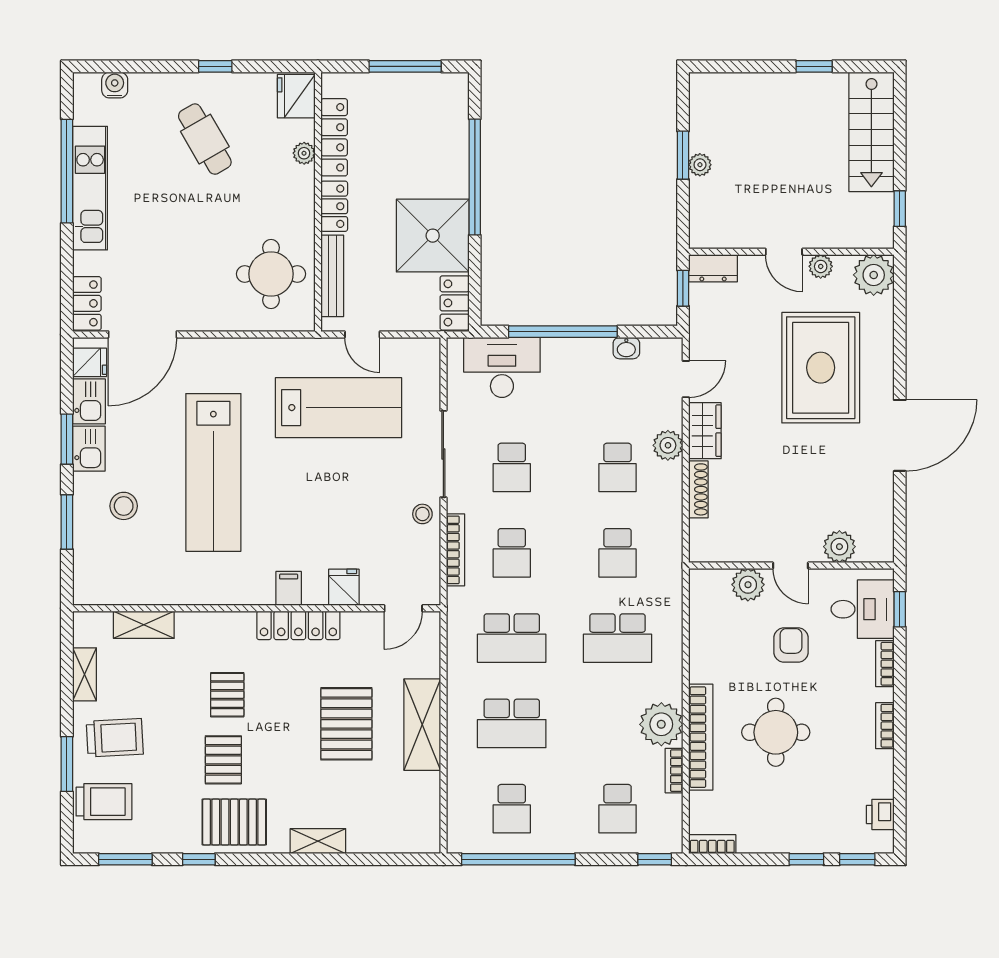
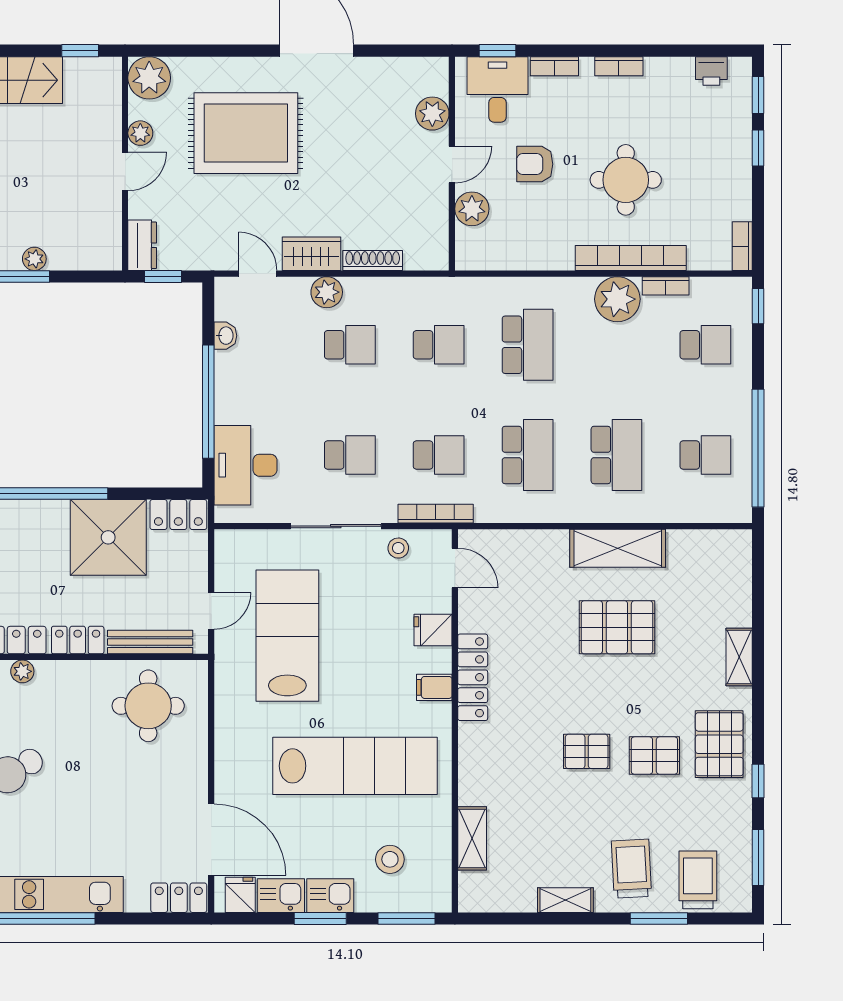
fridge: (344, 587) -> (433, 630), moved
filing cabinet: (289, 588) -> (434, 687), moved
wall: (257, 608) -> (455, 721), moved
door: (403, 608) -> (455, 568), moved
shelving: (144, 625) -> (472, 838), moved
locker: (298, 625) -> (473, 677), moved

